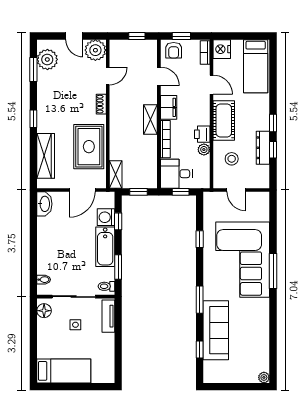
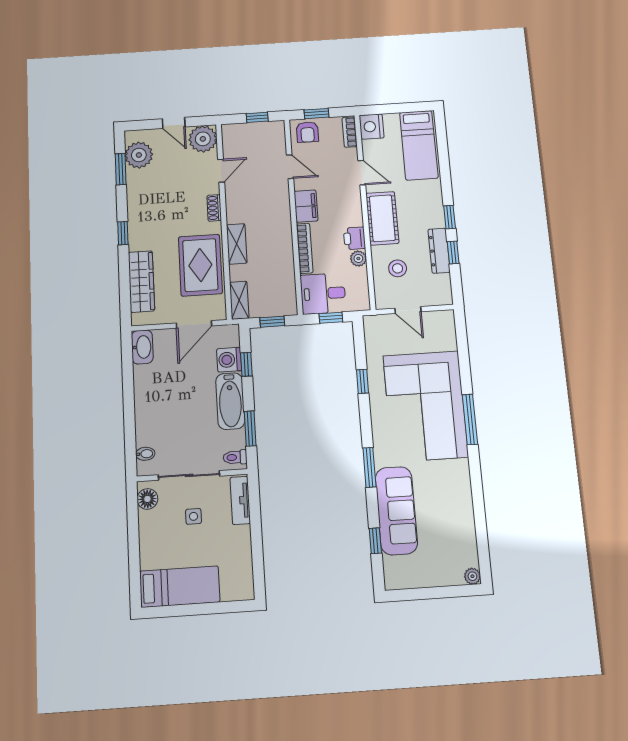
shelving: (150, 120) -> (237, 244), moved

